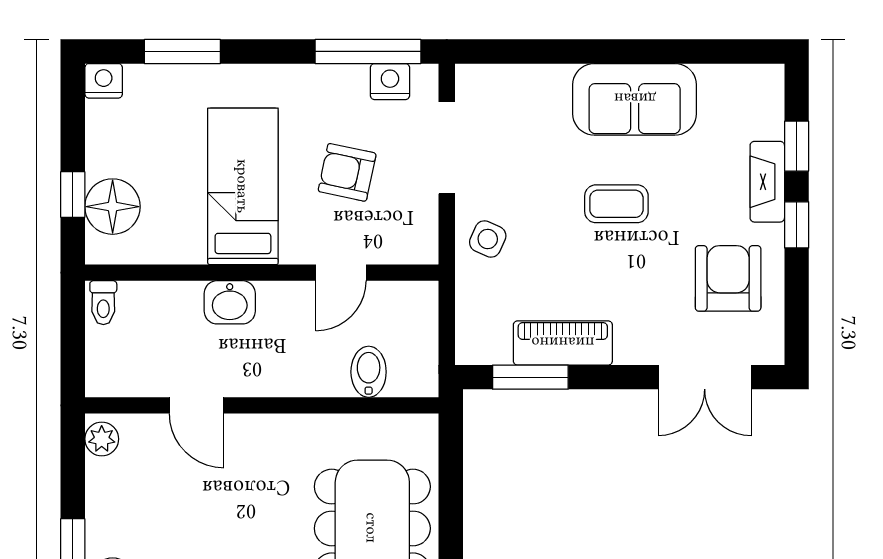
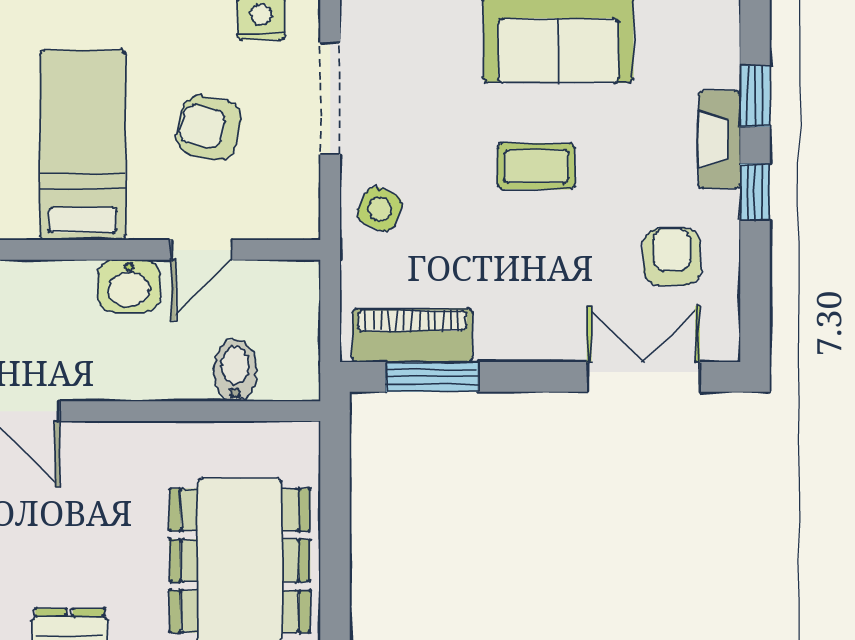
armchair: (728, 278) -> (672, 257), width x0.72, depth x0.72
washbasin: (230, 302) -> (129, 286), moved
piano: (563, 343) -> (412, 335), moved
double door: (705, 377) -> (643, 377), swing flipped

